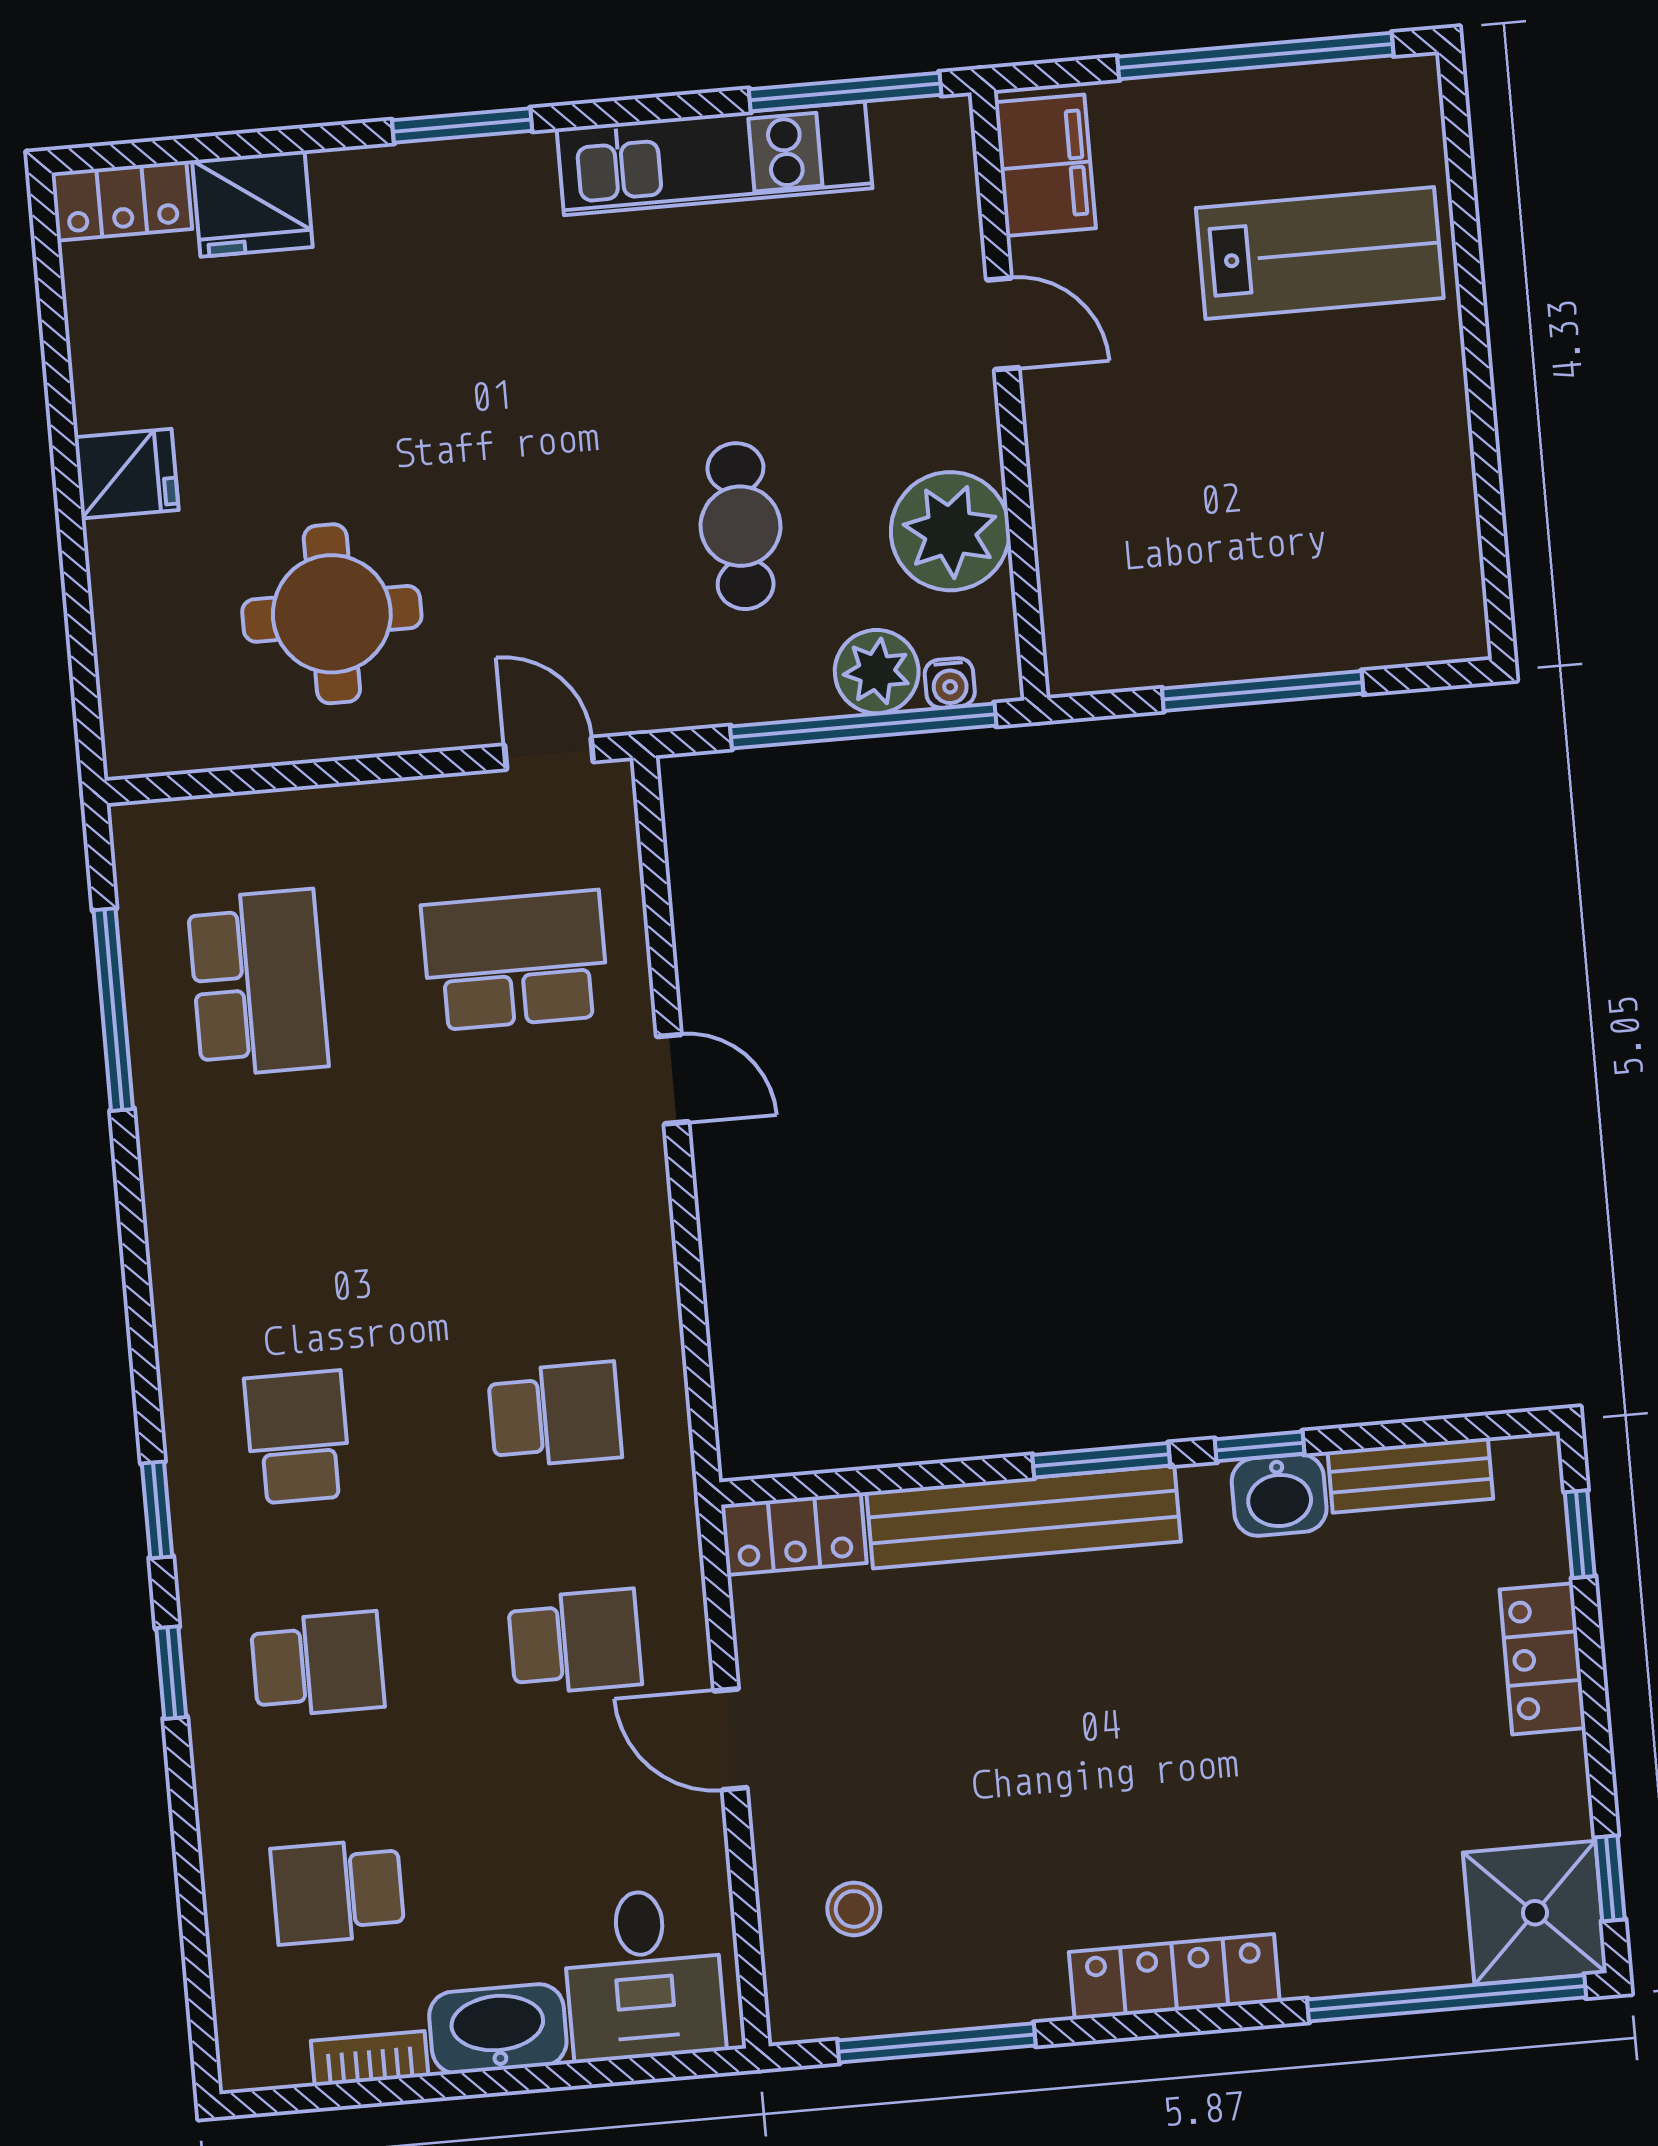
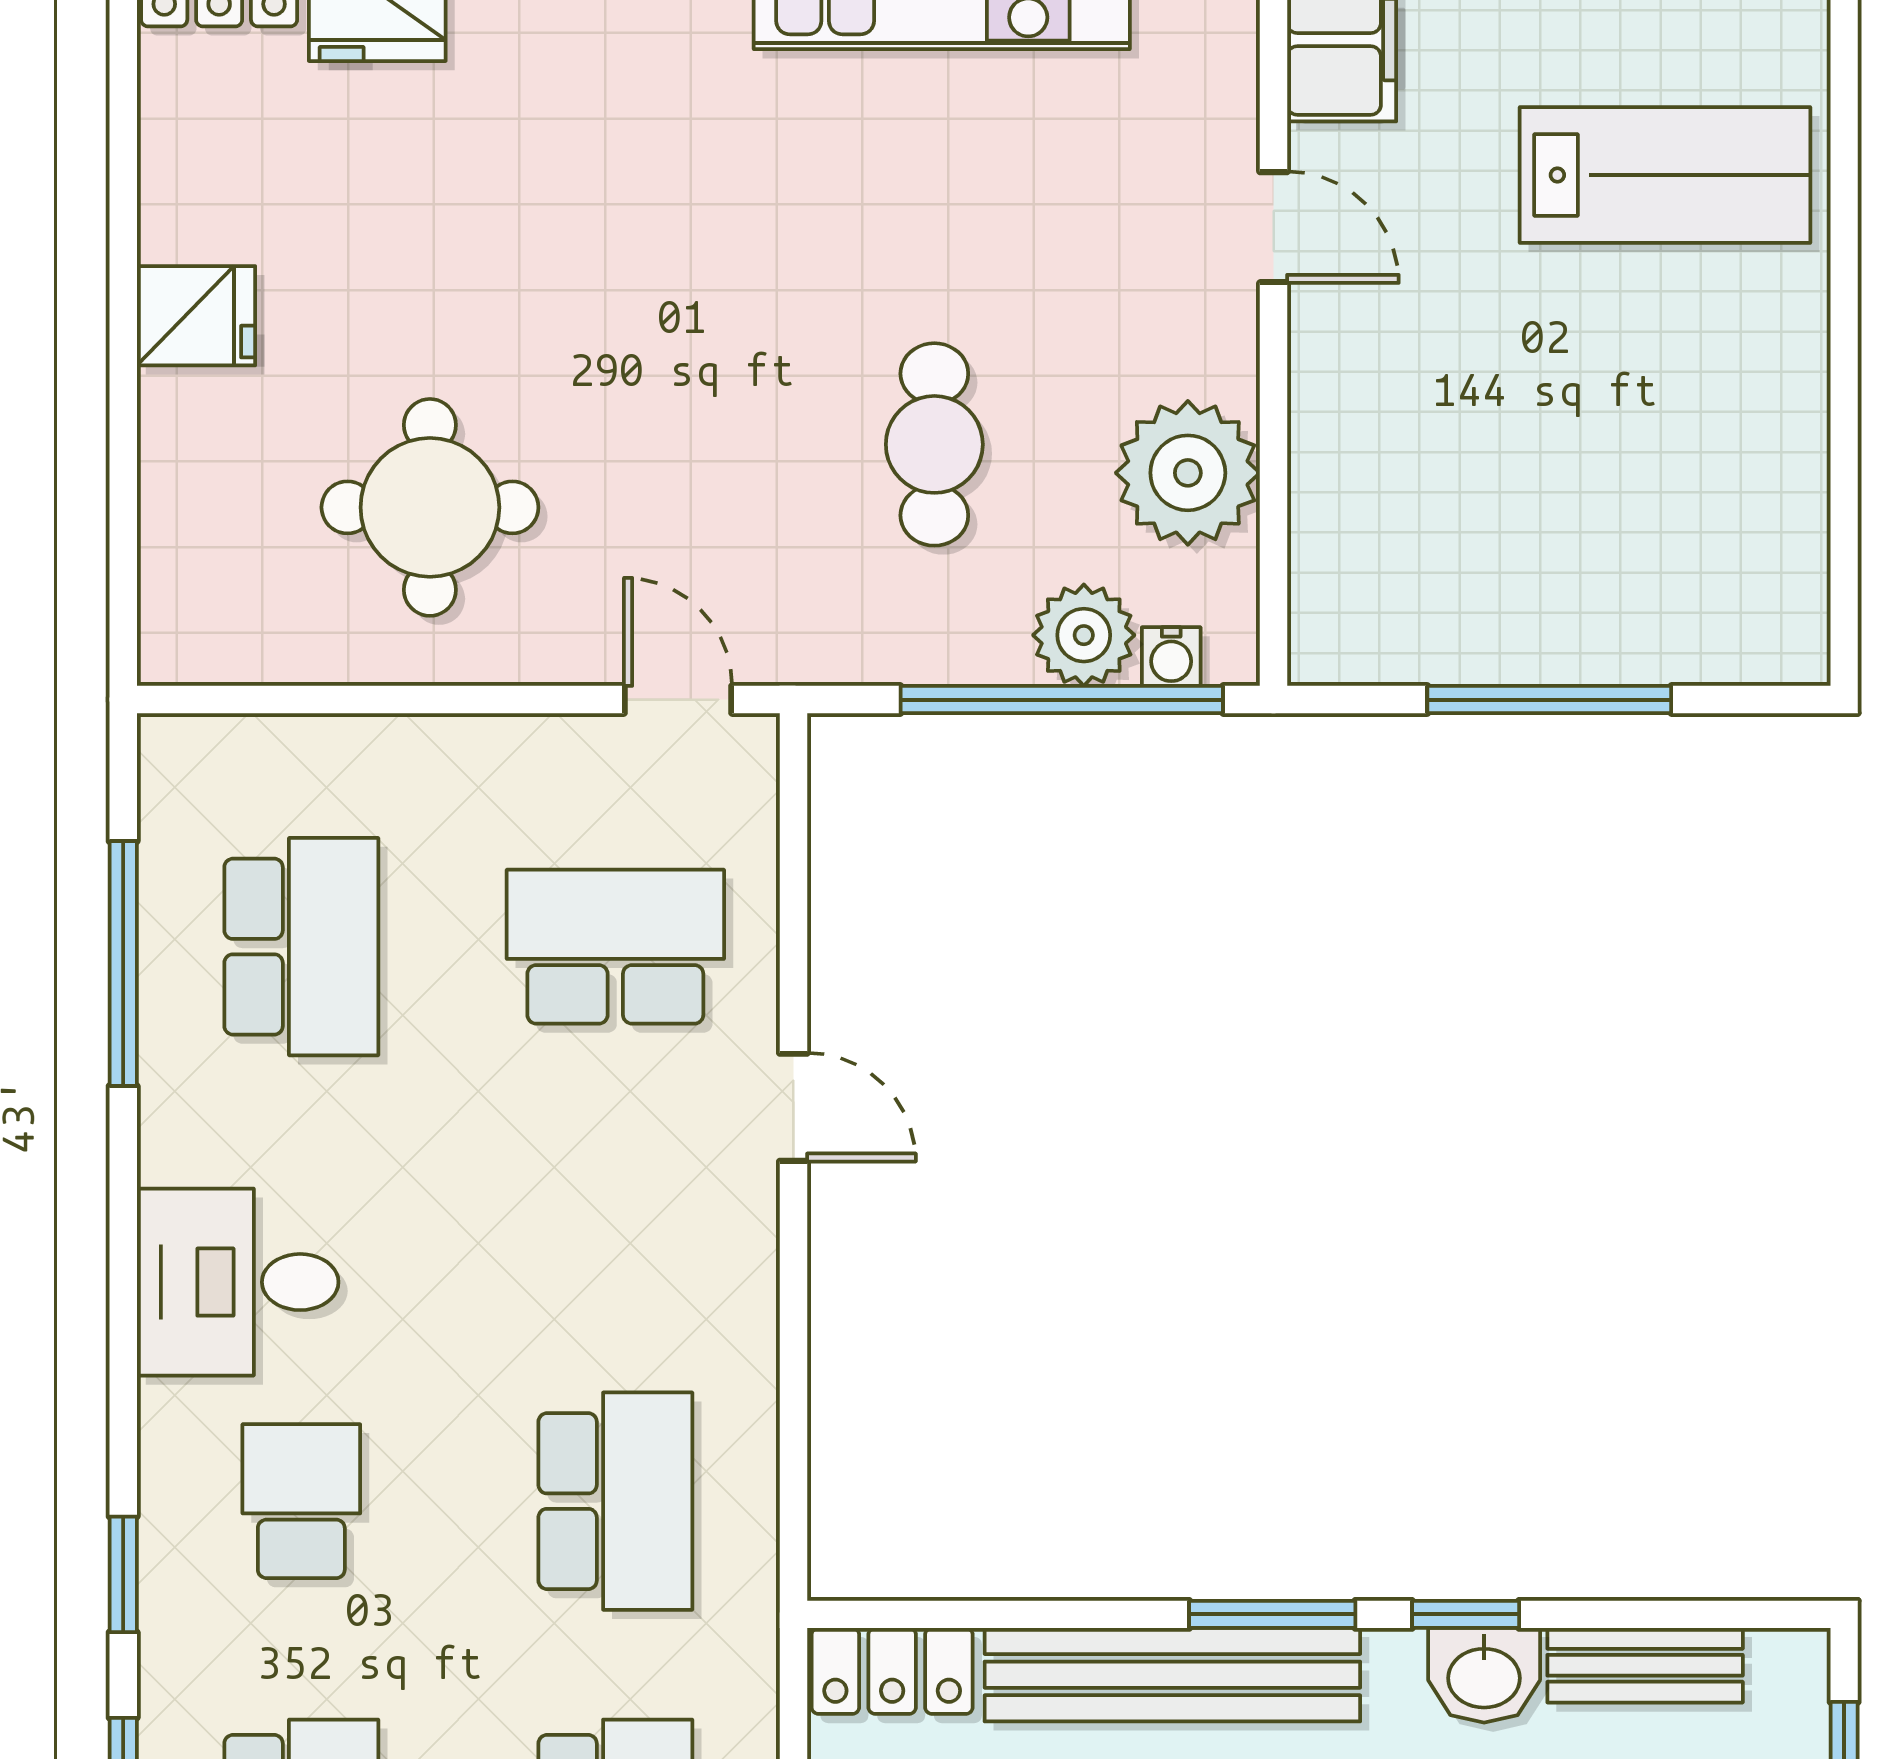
desk: (230, 1262) -> (238, 1282), added
school desk: (555, 1415) -> (615, 1501), width x1.85

